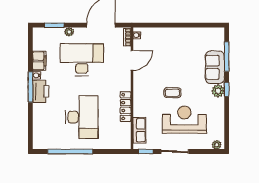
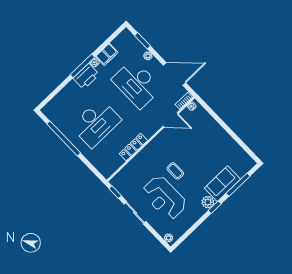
desk: (82, 60) -> (137, 84), turned 180
reception desk: (184, 120) -> (164, 198), turned 180
row of seats: (139, 130) -> (126, 173), removed

